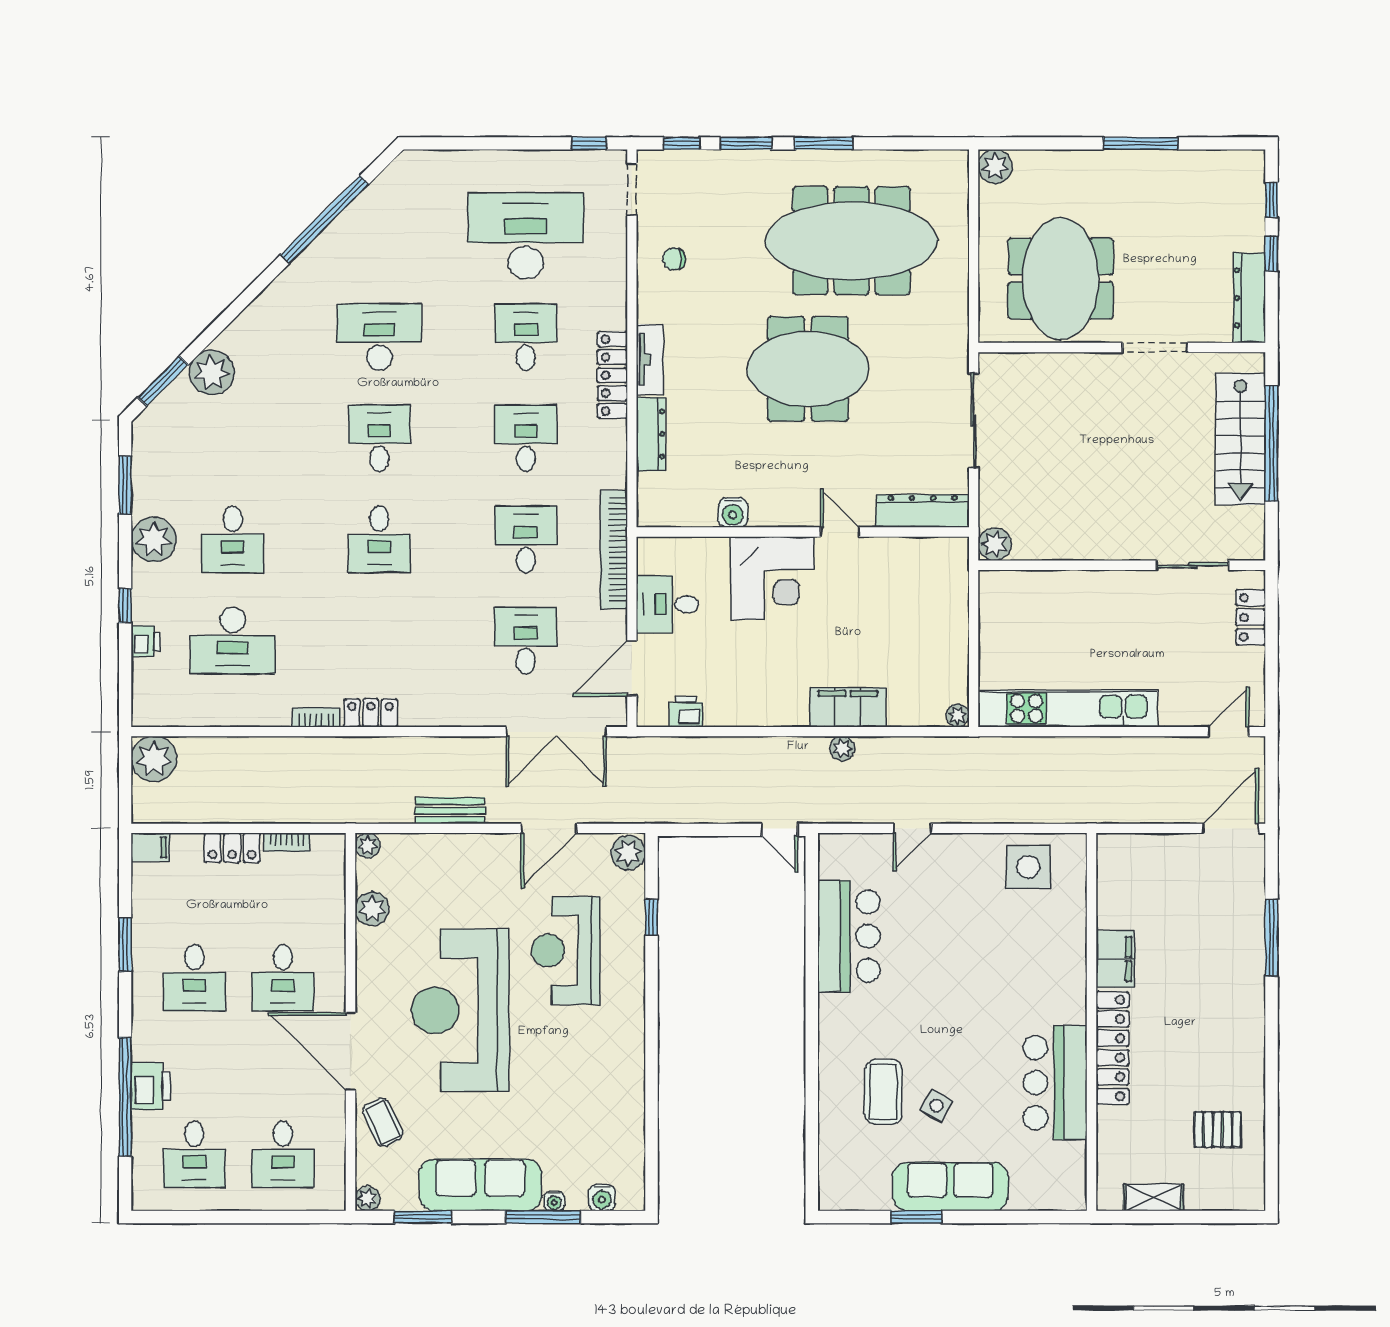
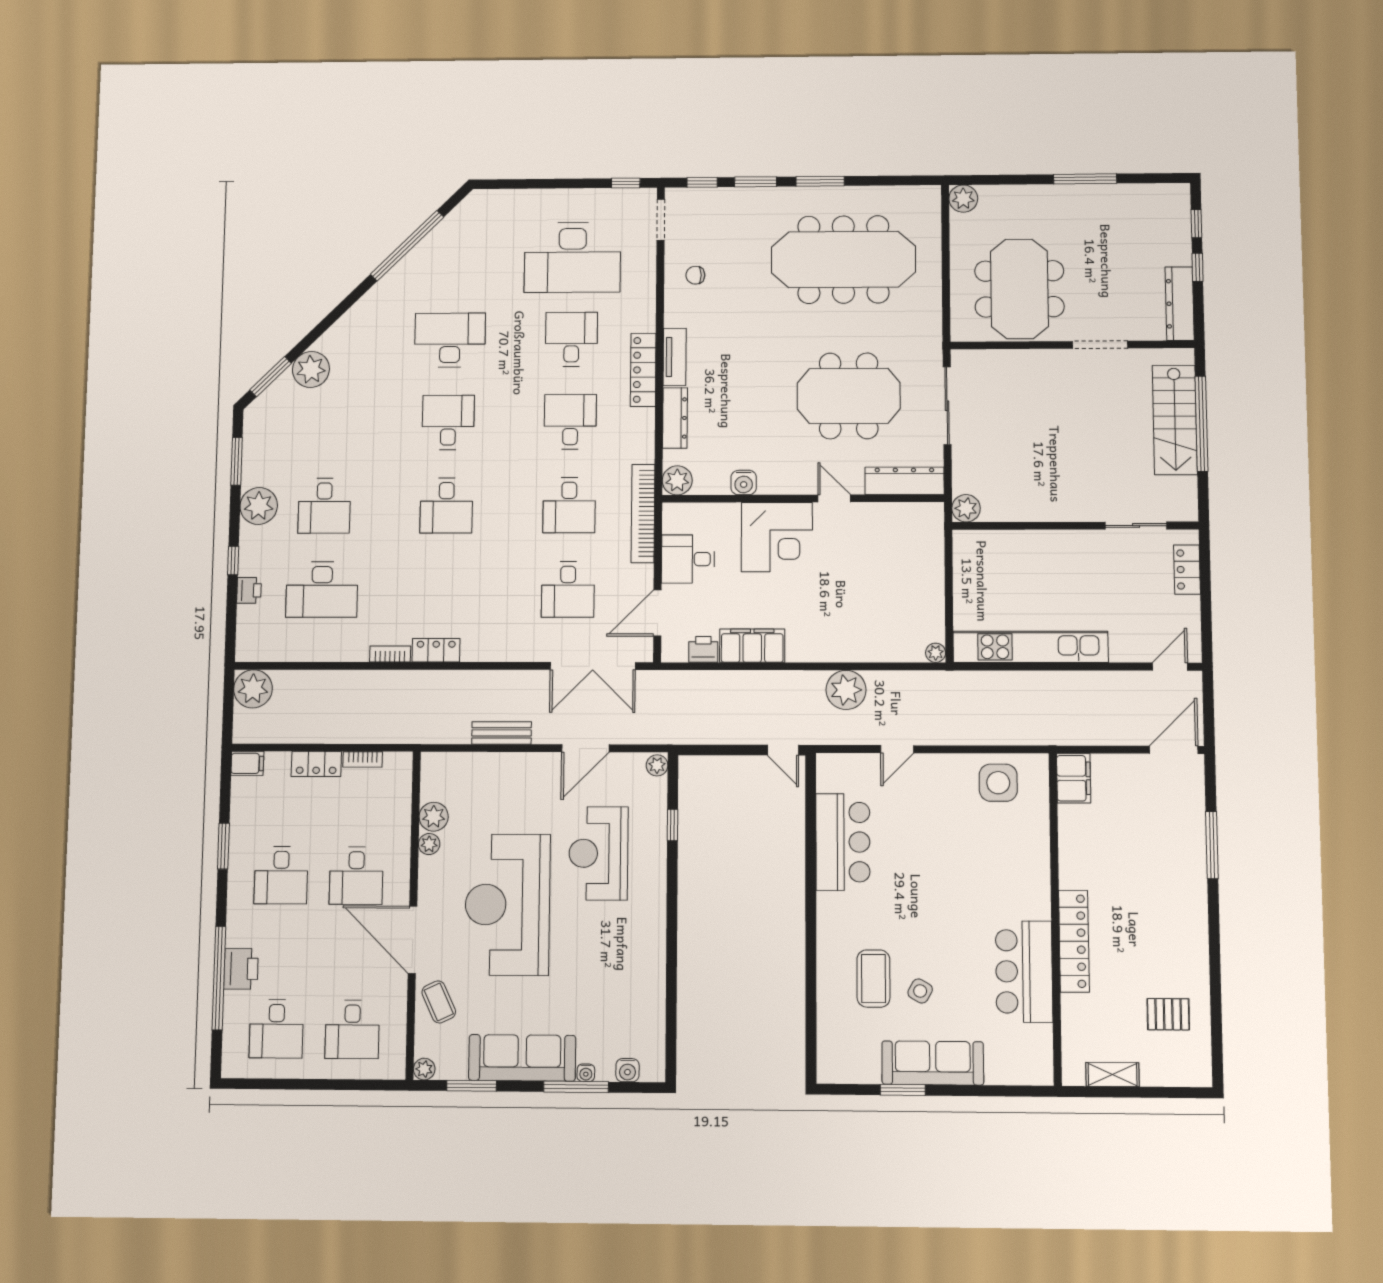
desk: (526, 236) -> (573, 258), turned 180
meeting table: (808, 369) -> (849, 396), moved
plant: (654, 510) -> (677, 480), added
desk: (526, 539) -> (569, 505), turned 180
desk: (526, 641) -> (568, 589), turned 180
filing cabinet: (848, 707) -> (752, 646), moved
plant: (842, 748) -> (846, 690), width x1.88, depth x1.88
plant: (367, 845) -> (429, 844), moved
plant: (628, 853) -> (657, 765), width x0.73, depth x0.73
filing cabinet: (1115, 959) -> (1074, 778), moved

